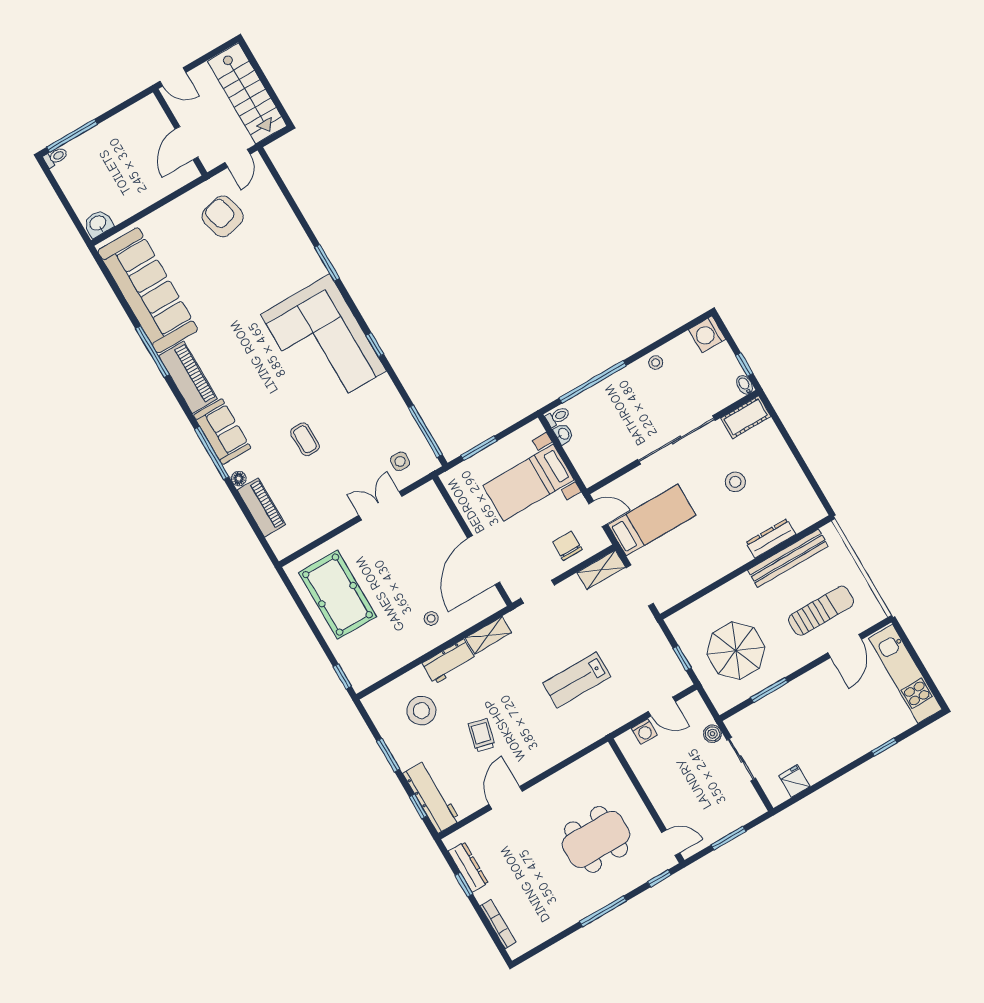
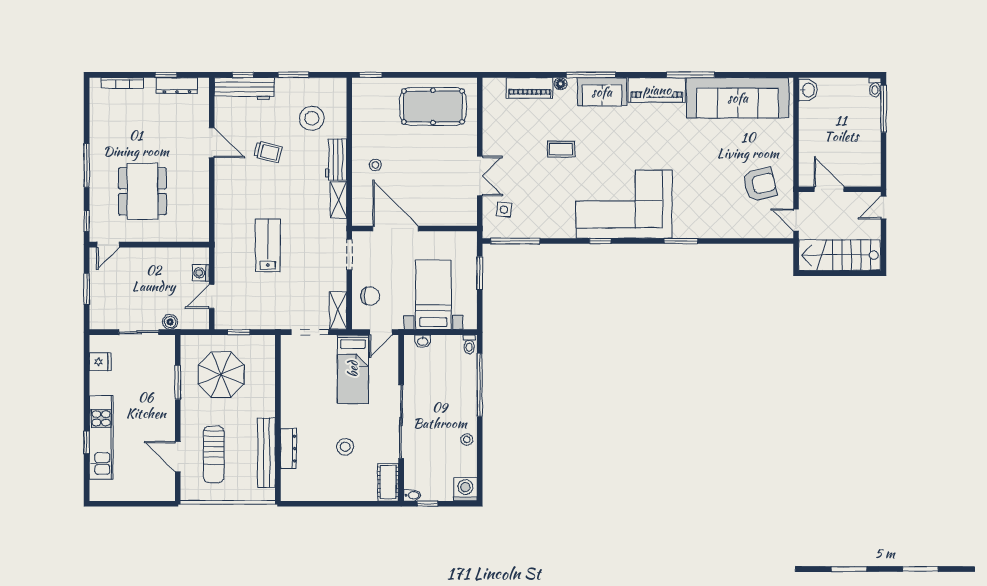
washbasin: (563, 434) -> (423, 341), moved
kitchen unit: (905, 674) -> (101, 438), moved, turned 90

